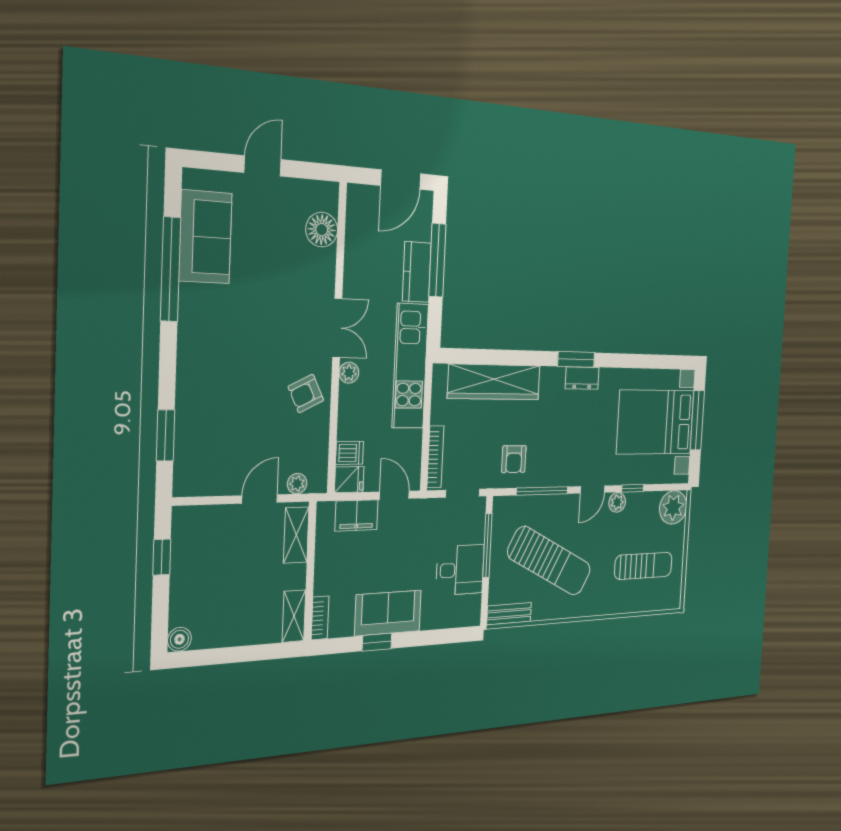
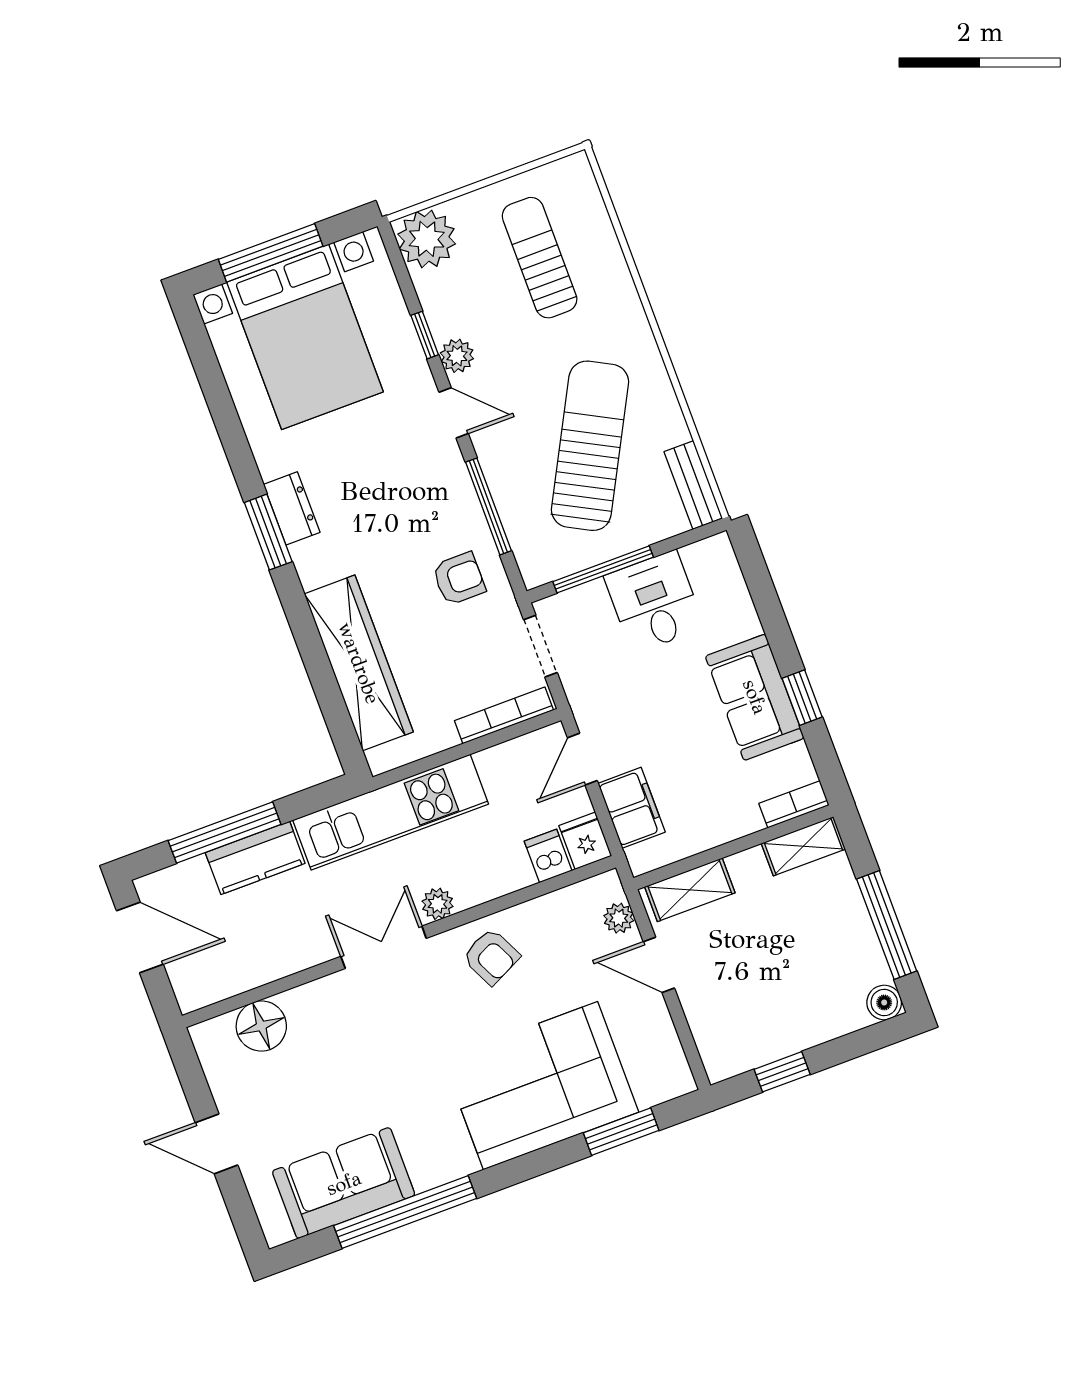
corner sofa: (216, 393) -> (541, 1086), added
window: (227, 655) -> (887, 925), added

